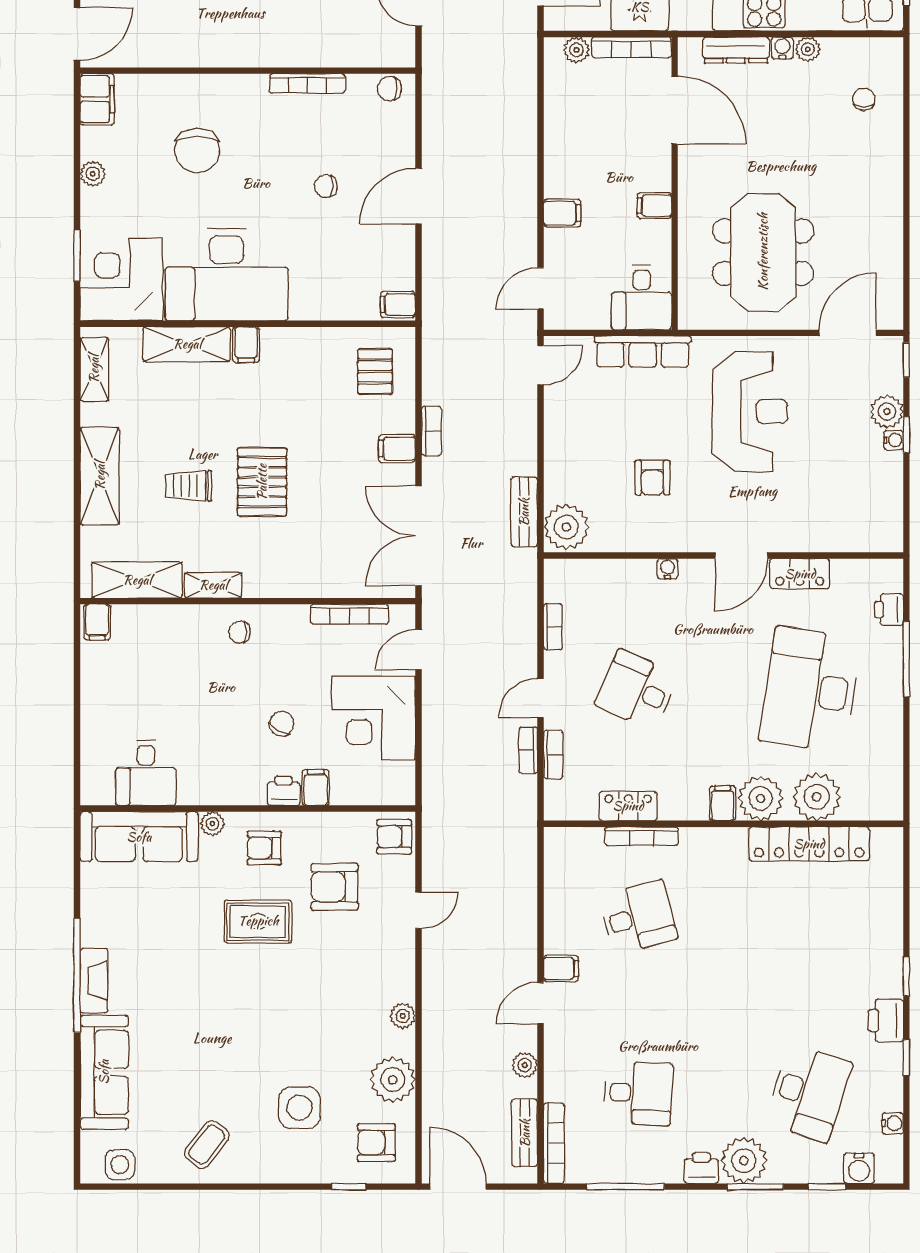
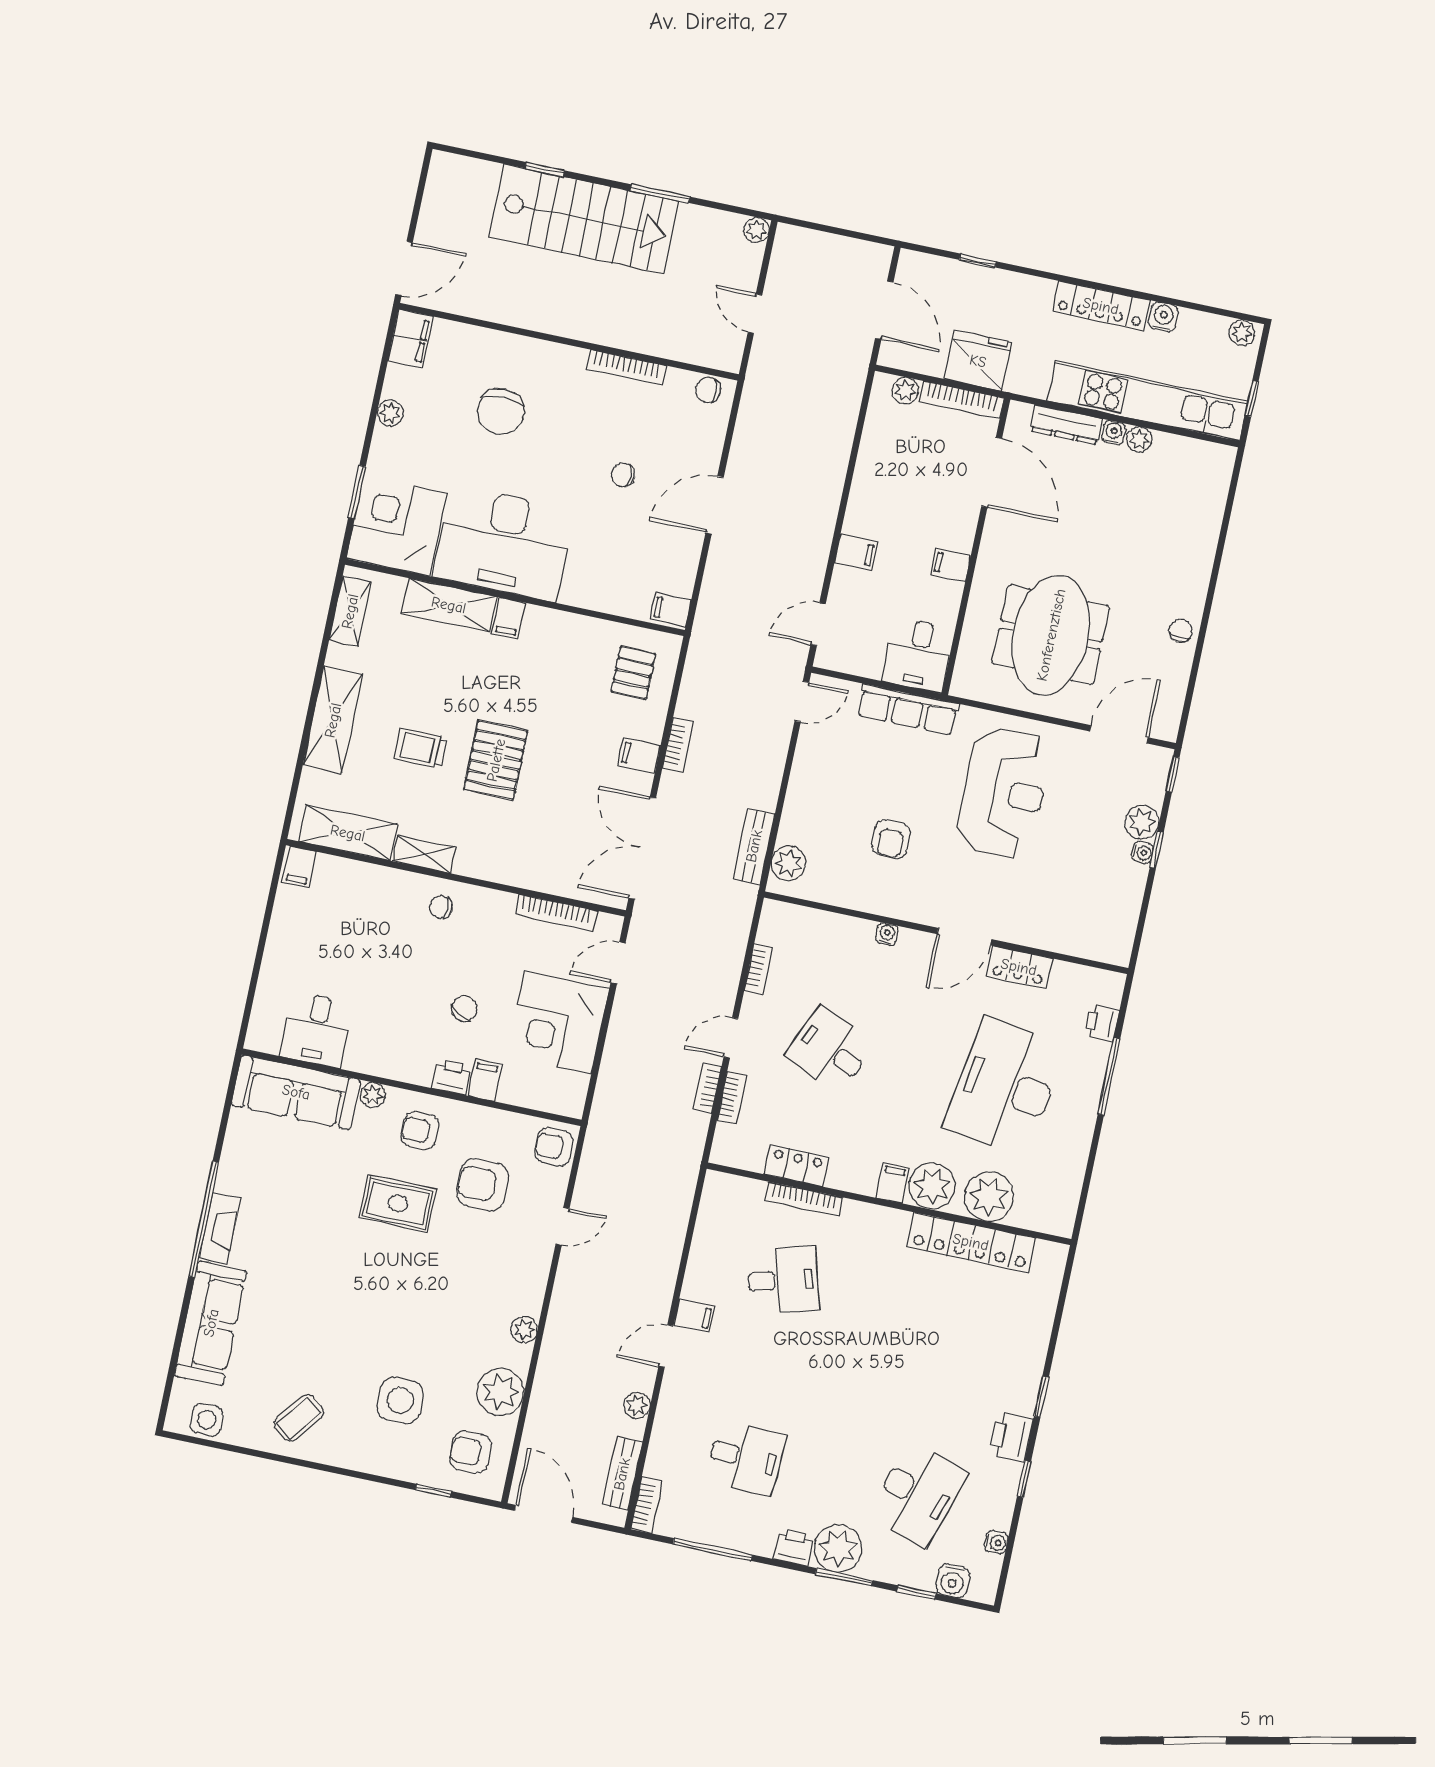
chair: (864, 99) -> (1181, 631), moved
plant: (566, 527) -> (789, 863), width x0.73, depth x0.73
bookcase: (554, 1143) -> (647, 1505), width x0.64

